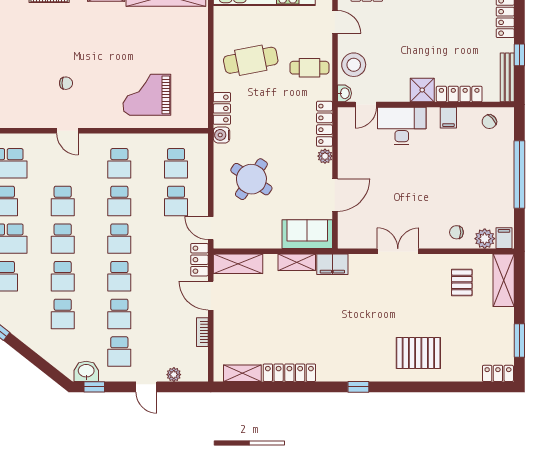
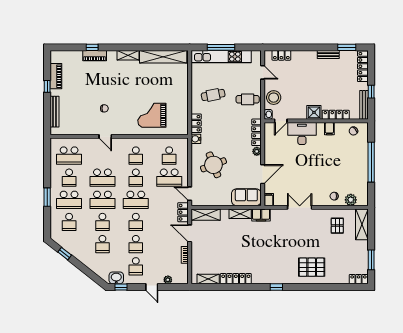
cafe table: (251, 60) -> (213, 95), width x0.73, depth x0.74
round table: (251, 179) -> (213, 165), turned 35
school desk: (63, 201) -> (102, 178), width x1.85
school desk: (176, 201) -> (169, 178), width x1.85
filing cabinet: (504, 238) -> (269, 200), moved
school desk: (63, 239) -> (102, 200), width x1.85
school desk: (119, 239) -> (136, 200), width x1.85

